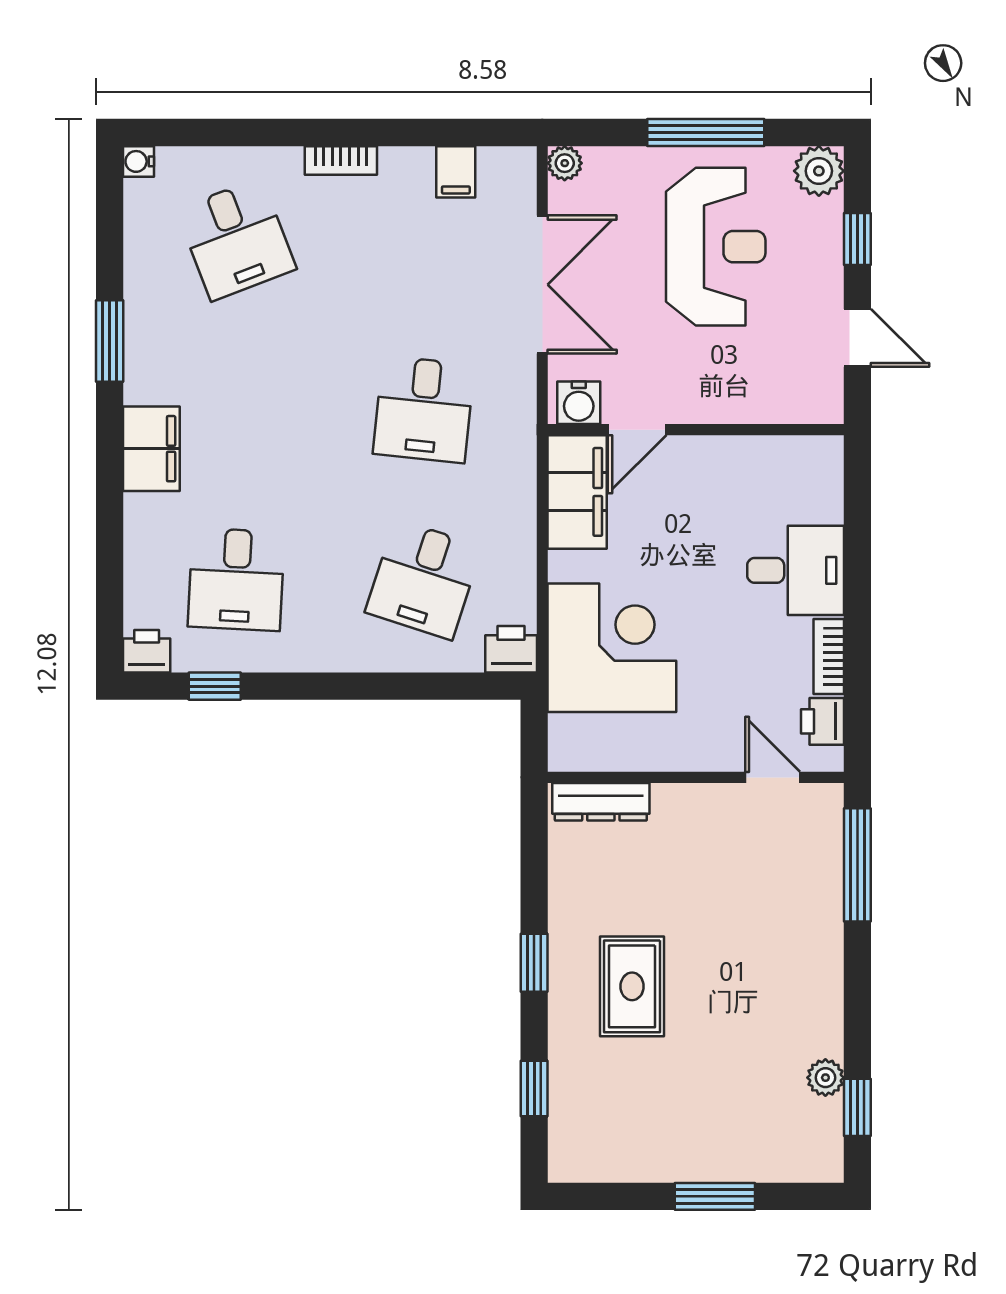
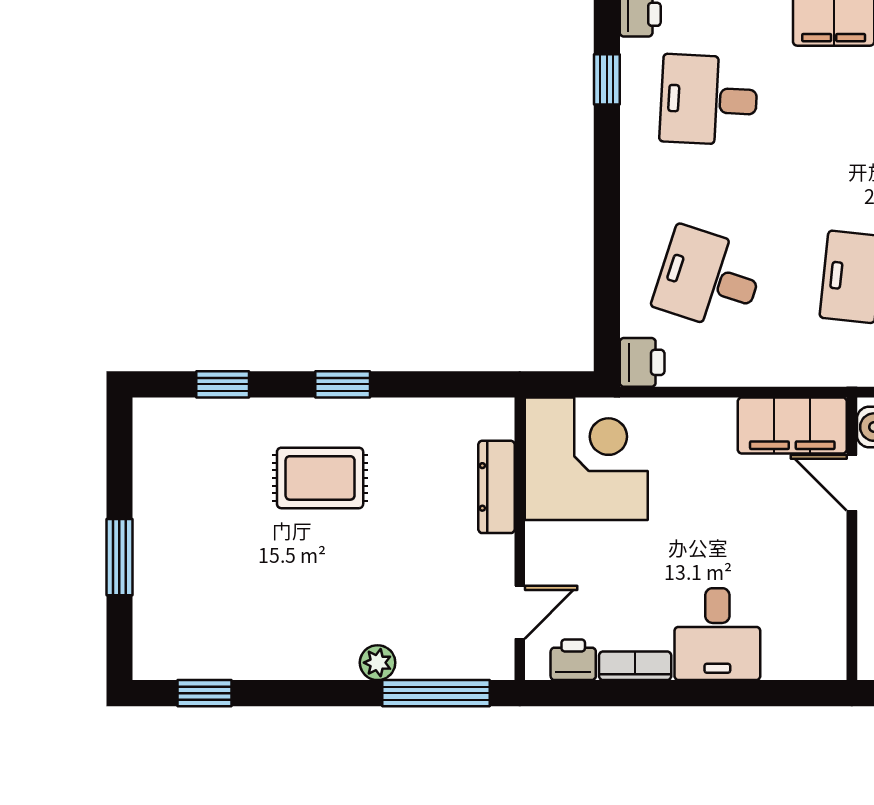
corner desk: (612, 648) -> (586, 459), moved, turned -90
dresser: (601, 802) -> (496, 487), moved
plant: (825, 1078) -> (378, 663), moved

